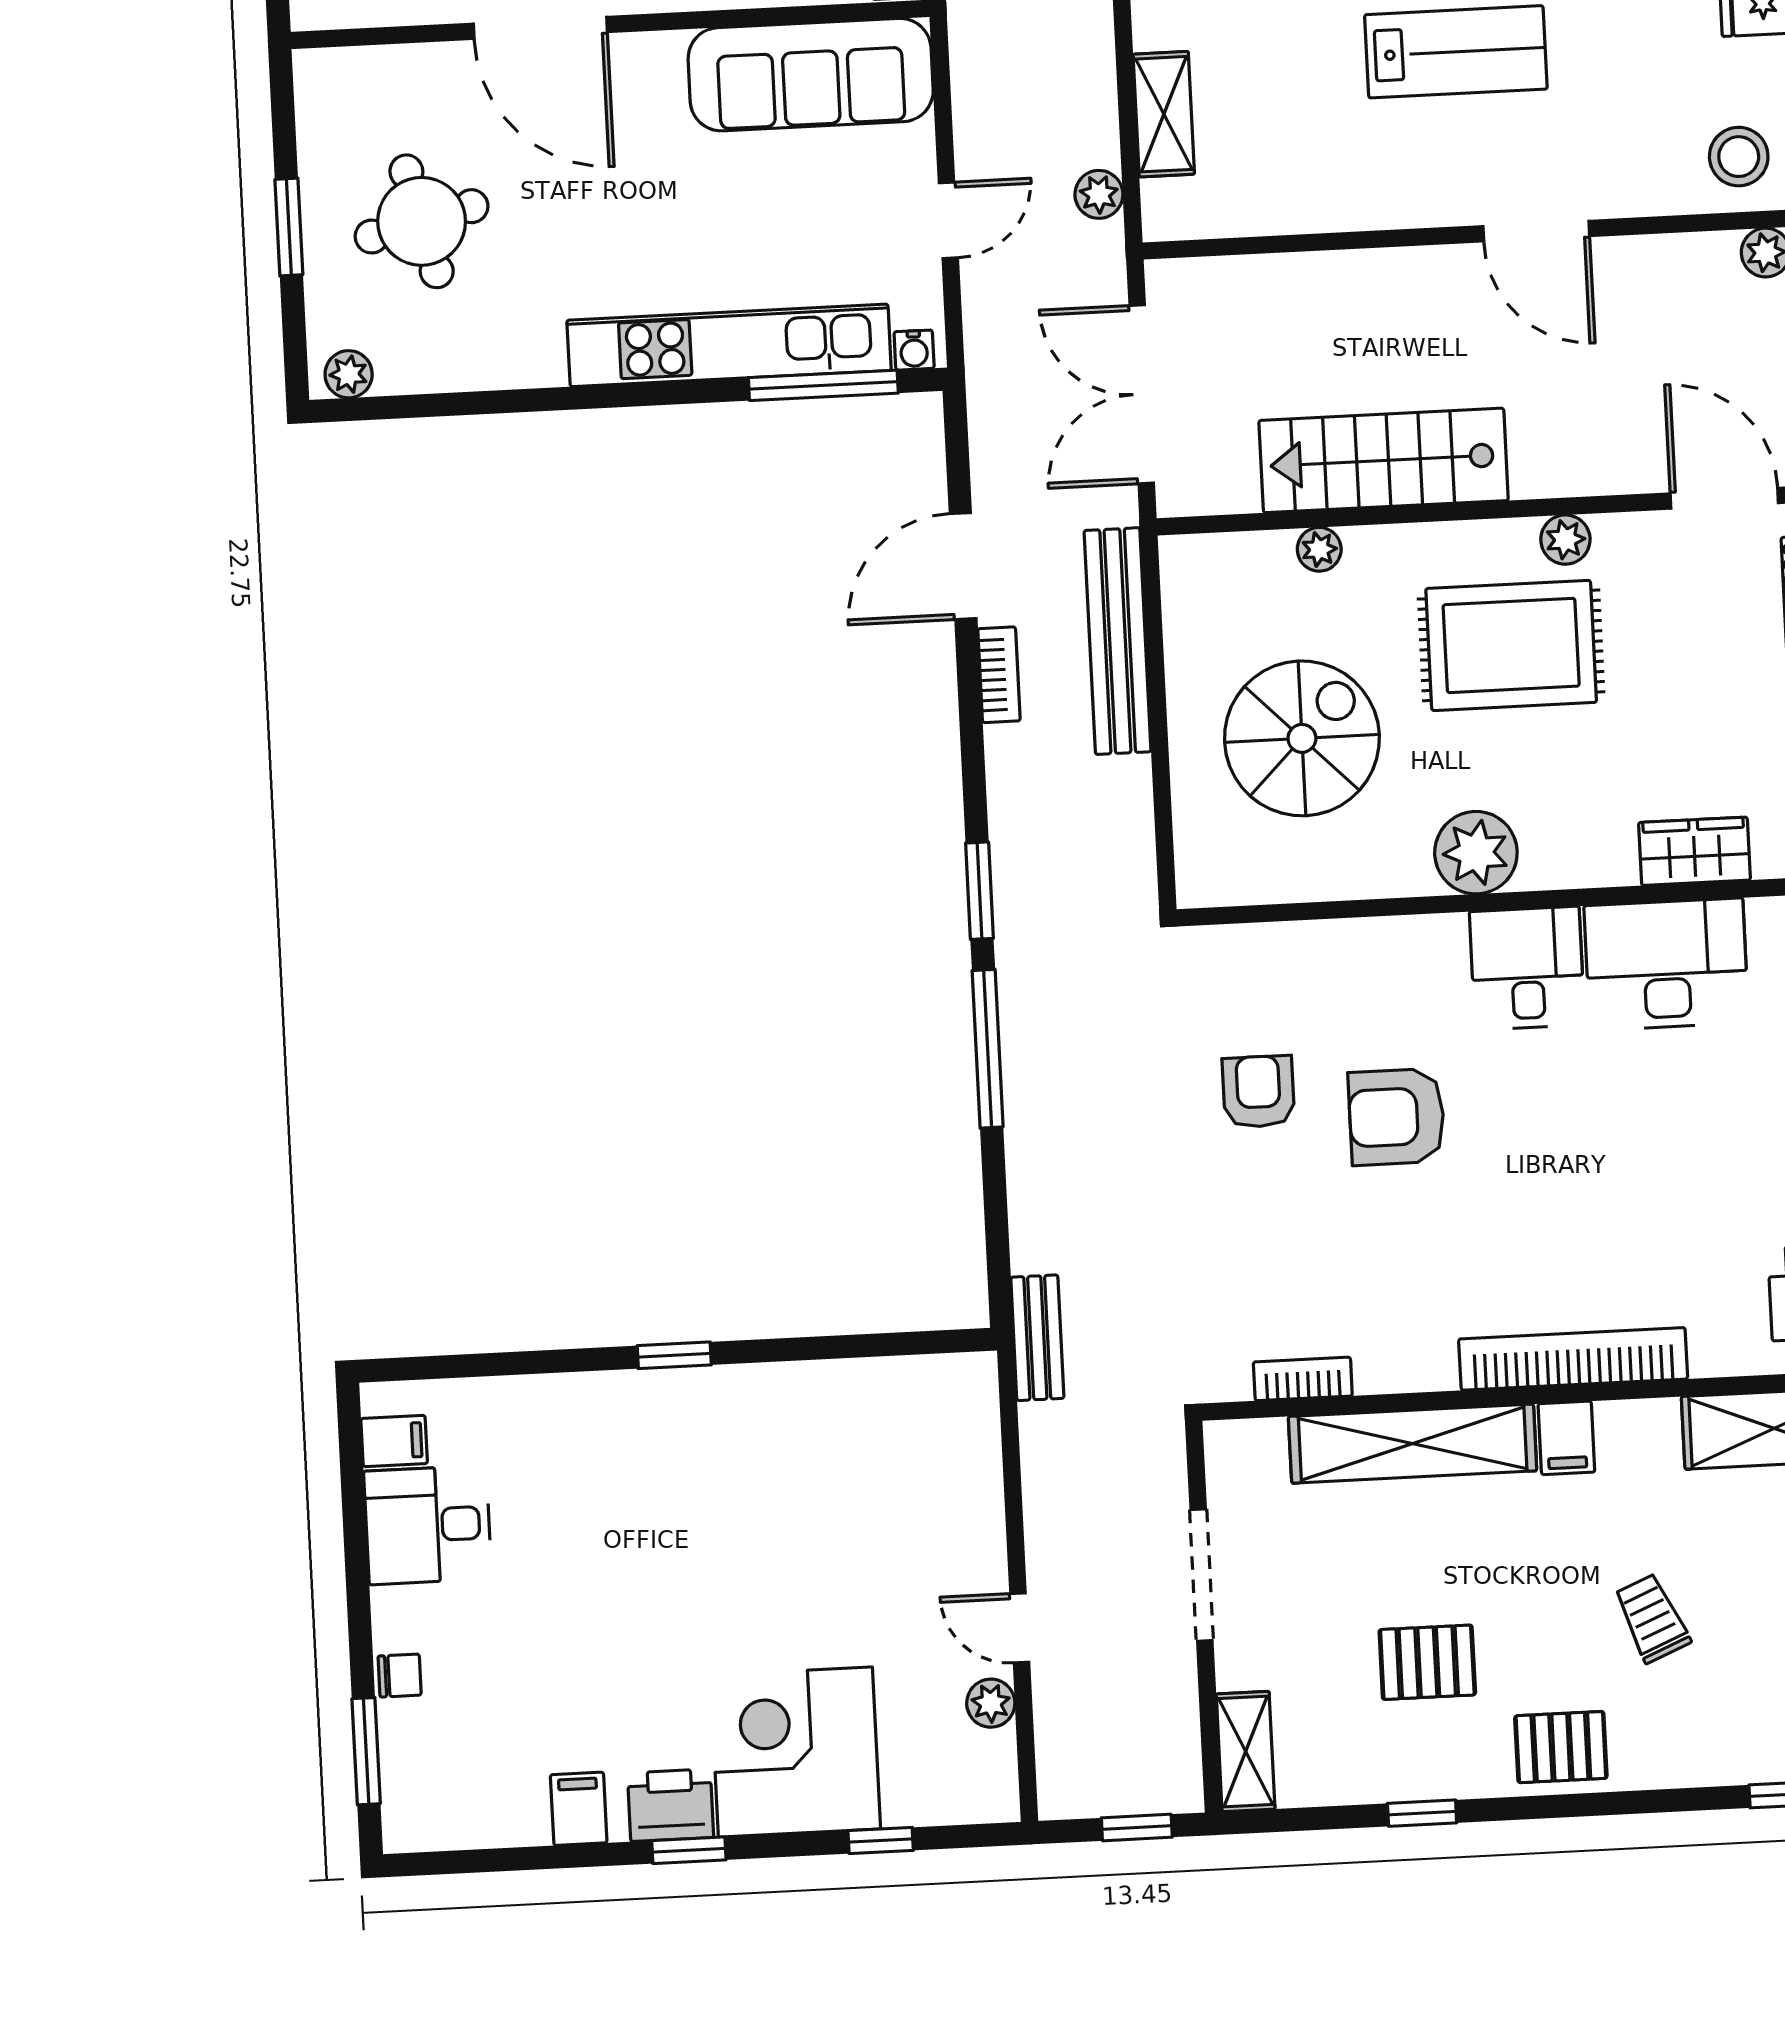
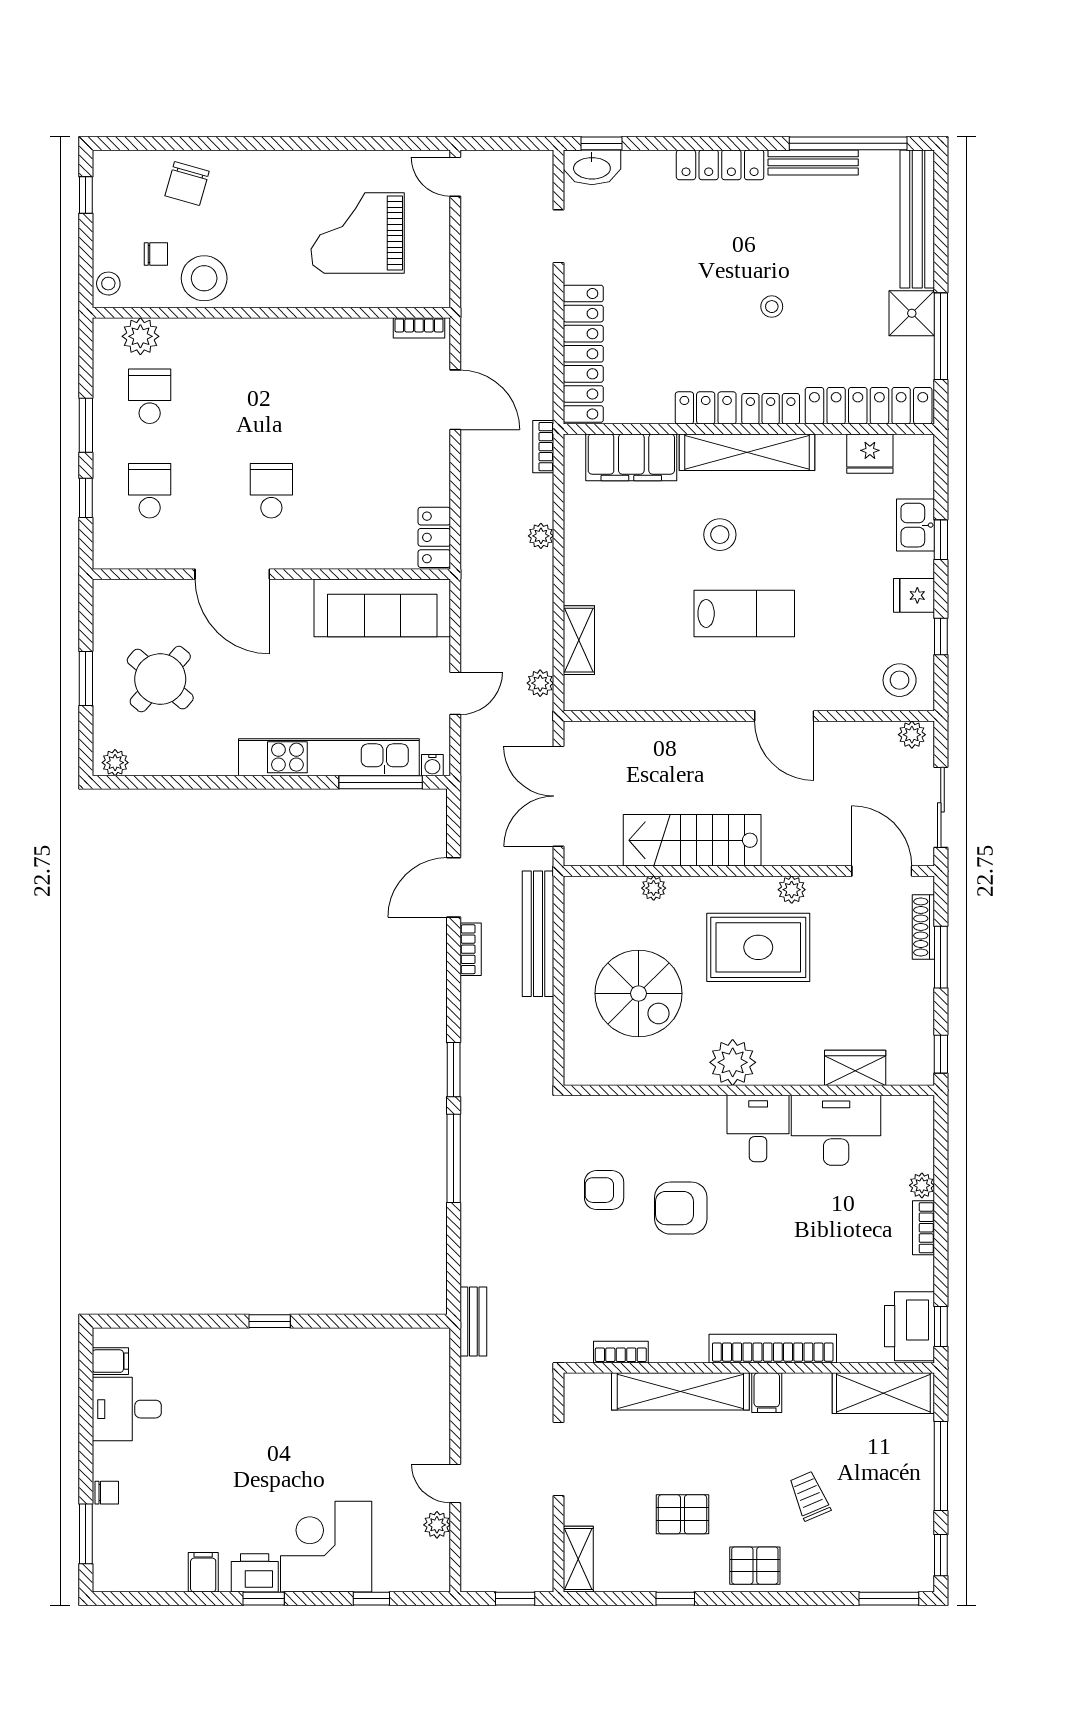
round table: (422, 221) -> (160, 679), turned -35
spiral stairs: (1302, 738) -> (638, 993), turned 90
armchair: (1258, 1092) -> (604, 1190), turned -90

